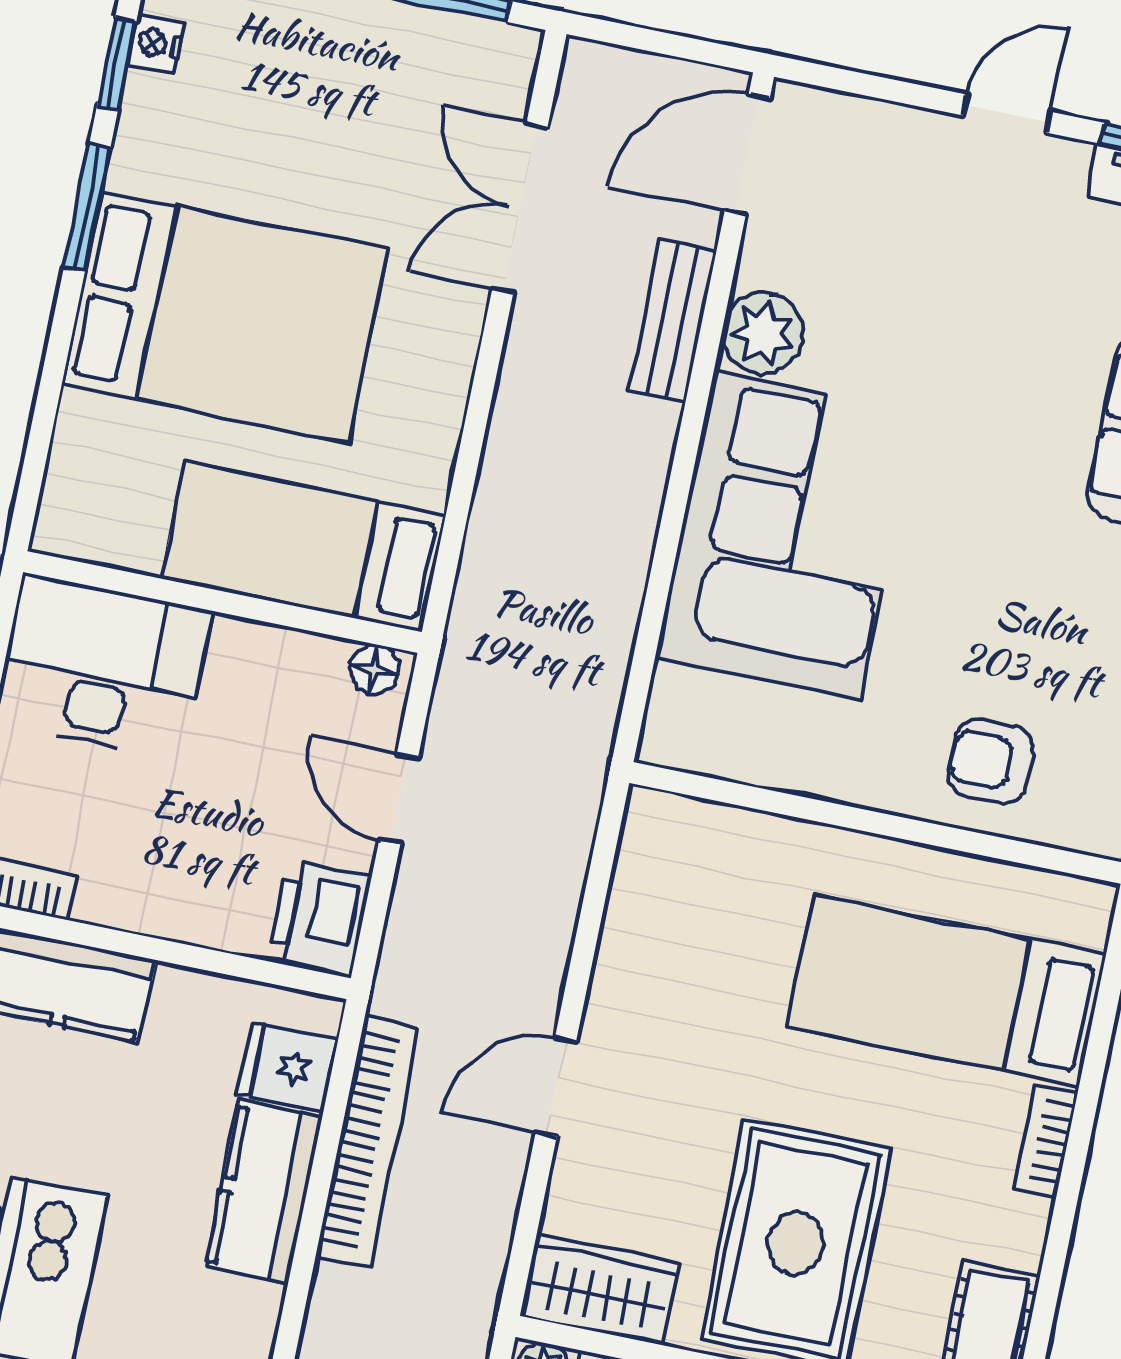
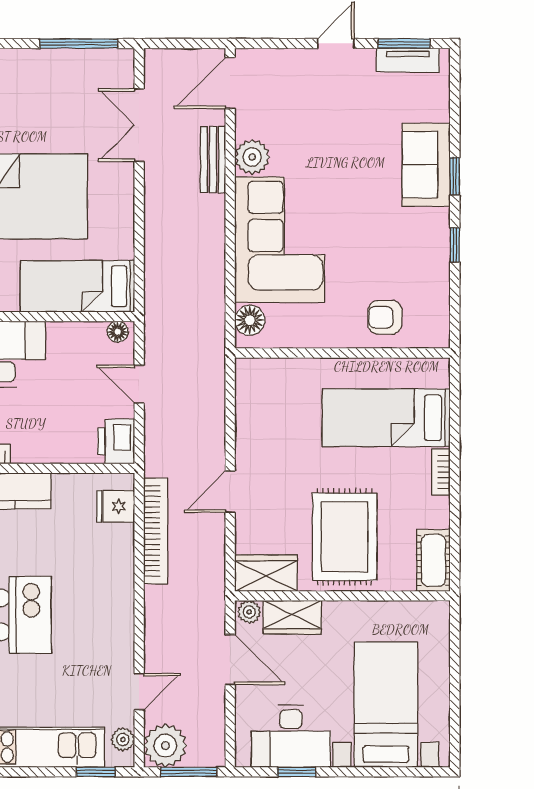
floor lamp: (681, 705) -> (250, 320), added
kitchen counter: (264, 1192) -> (116, 561), removed

